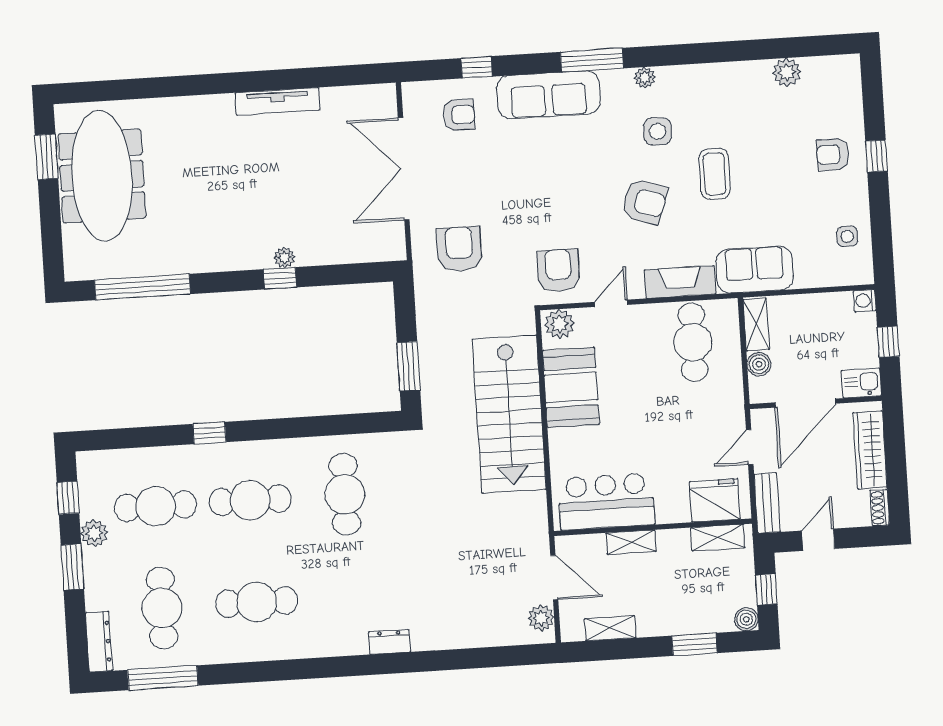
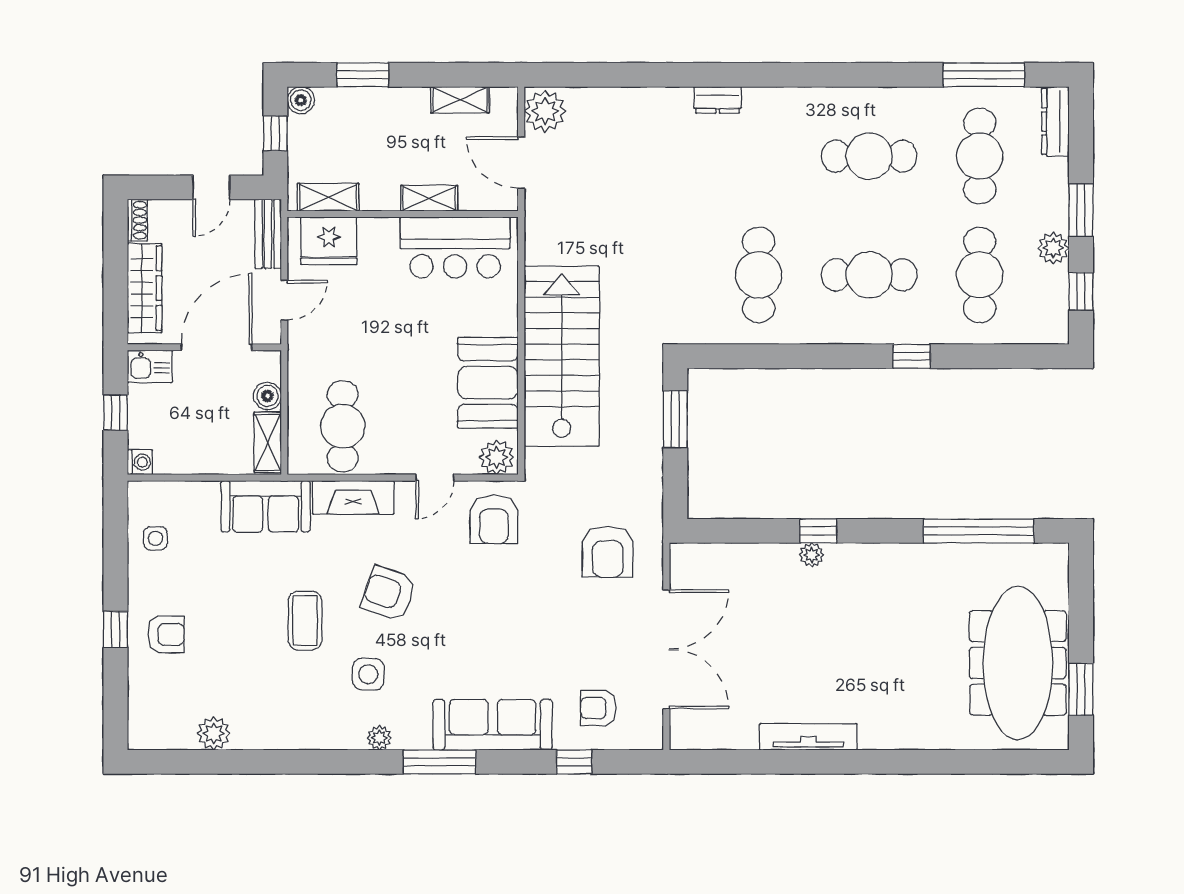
cafe table: (156, 506) -> (980, 275), turned 90
plant: (541, 618) -> (545, 111), width x1.36, depth x1.36

